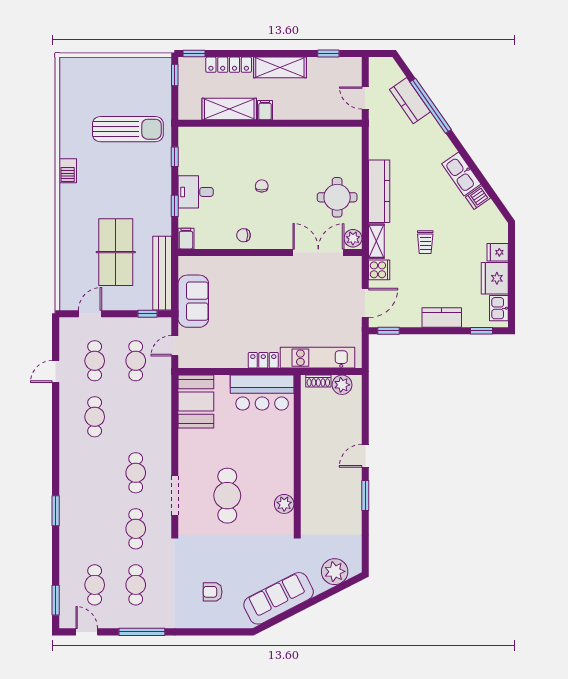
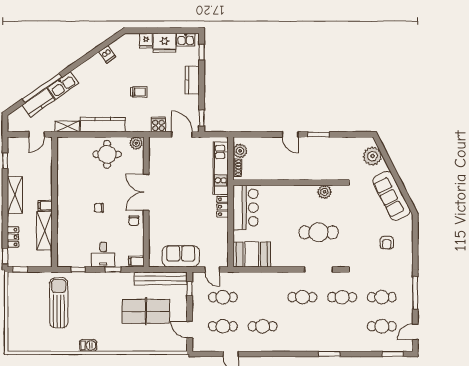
locker: (229, 65) -> (13, 237), width x0.66
kitchen sink: (461, 174) -> (63, 86), moved
shelving: (376, 241) -> (67, 126), moved
double door: (318, 252) -> (146, 192), moved

